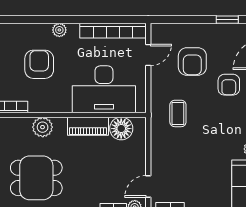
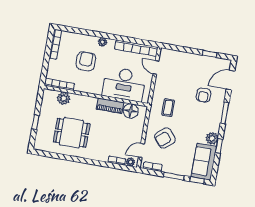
door: (148, 55) -> (156, 67), swing flipped
armchair: (192, 61) -> (165, 138), moved, turned 51
plant: (43, 127) -> (64, 98), moved

